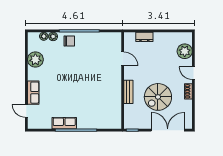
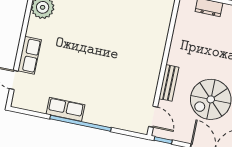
door: (123, 59) -> (153, 117), moved

